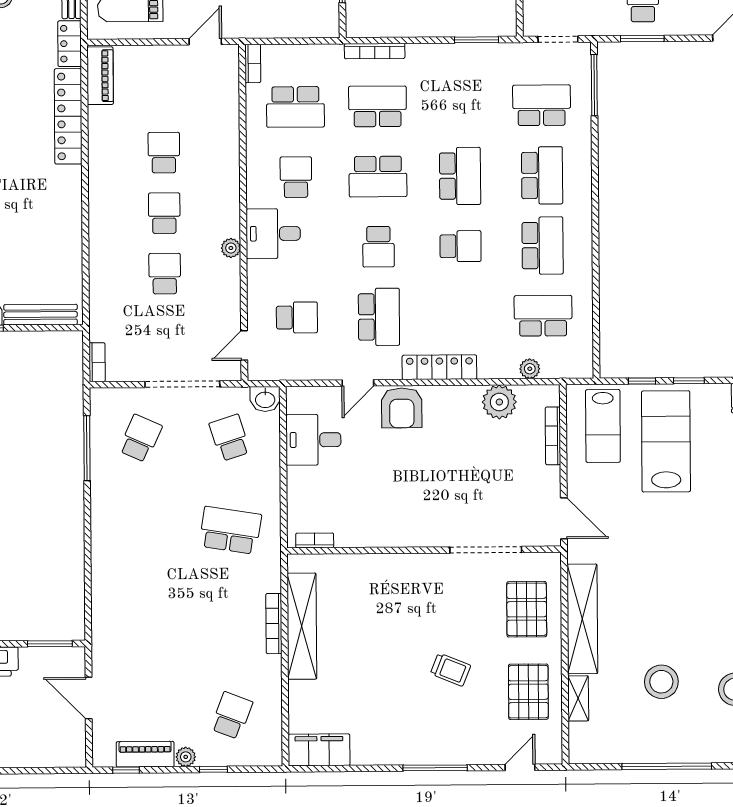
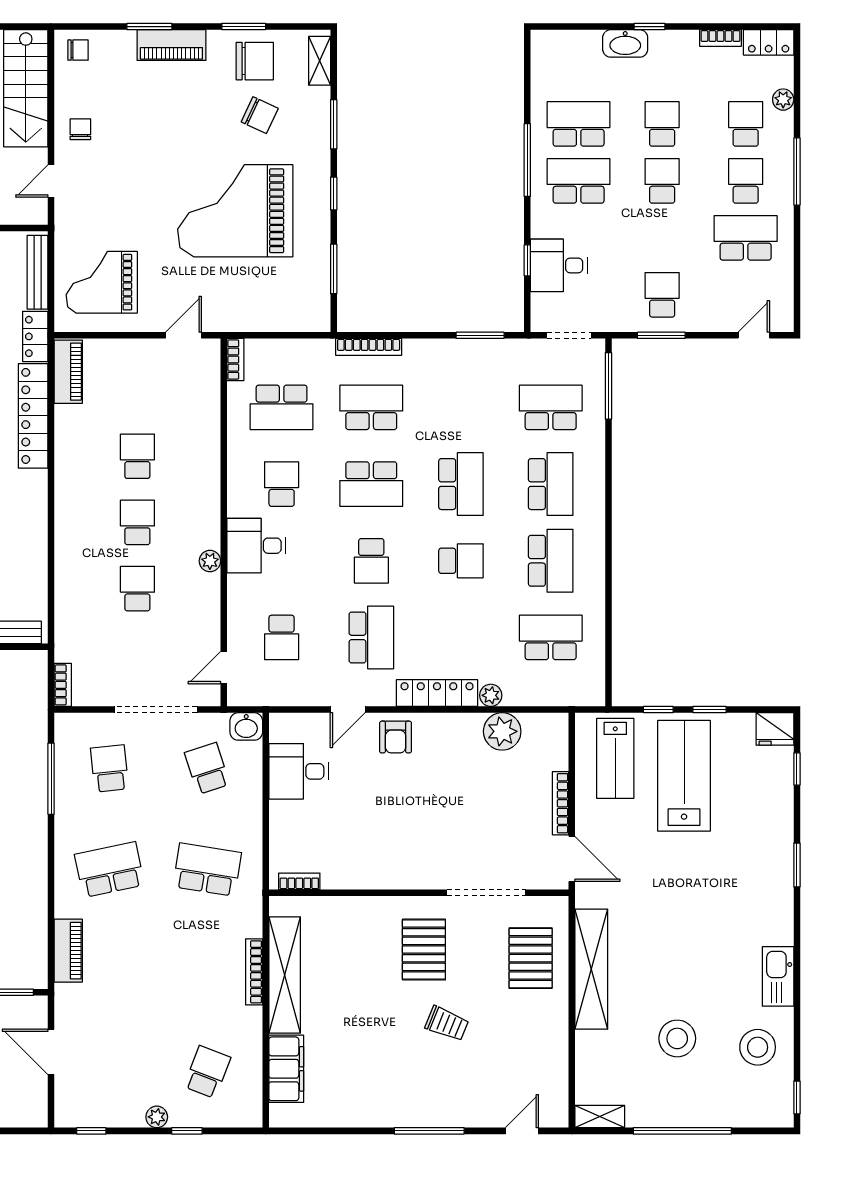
school desk: (297, 317) -> (282, 637), turned 90
plant: (530, 369) -> (491, 695), moved
armchair: (402, 408) -> (396, 737), width x0.72, depth x0.72
bookcase: (553, 436) -> (561, 803), moved
school desk: (140, 438) -> (110, 768), turned -30
school desk: (141, 531) -> (110, 870), added
pallet: (528, 692) -> (424, 950), moved
shelving: (578, 698) -> (600, 1117), moved, turned 90
filing cabinet: (319, 750) -> (286, 1069), moved, turned 90
piano: (145, 754) -> (68, 951), moved, turned 90

